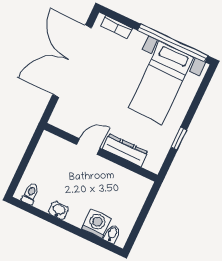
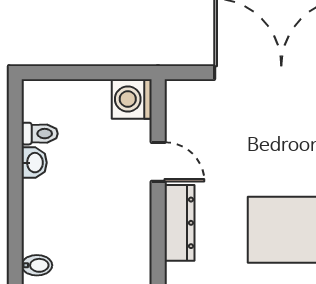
toilet: (30, 194) -> (40, 134), moved
washing machine: (96, 224) -> (132, 99), moved, turned 180

